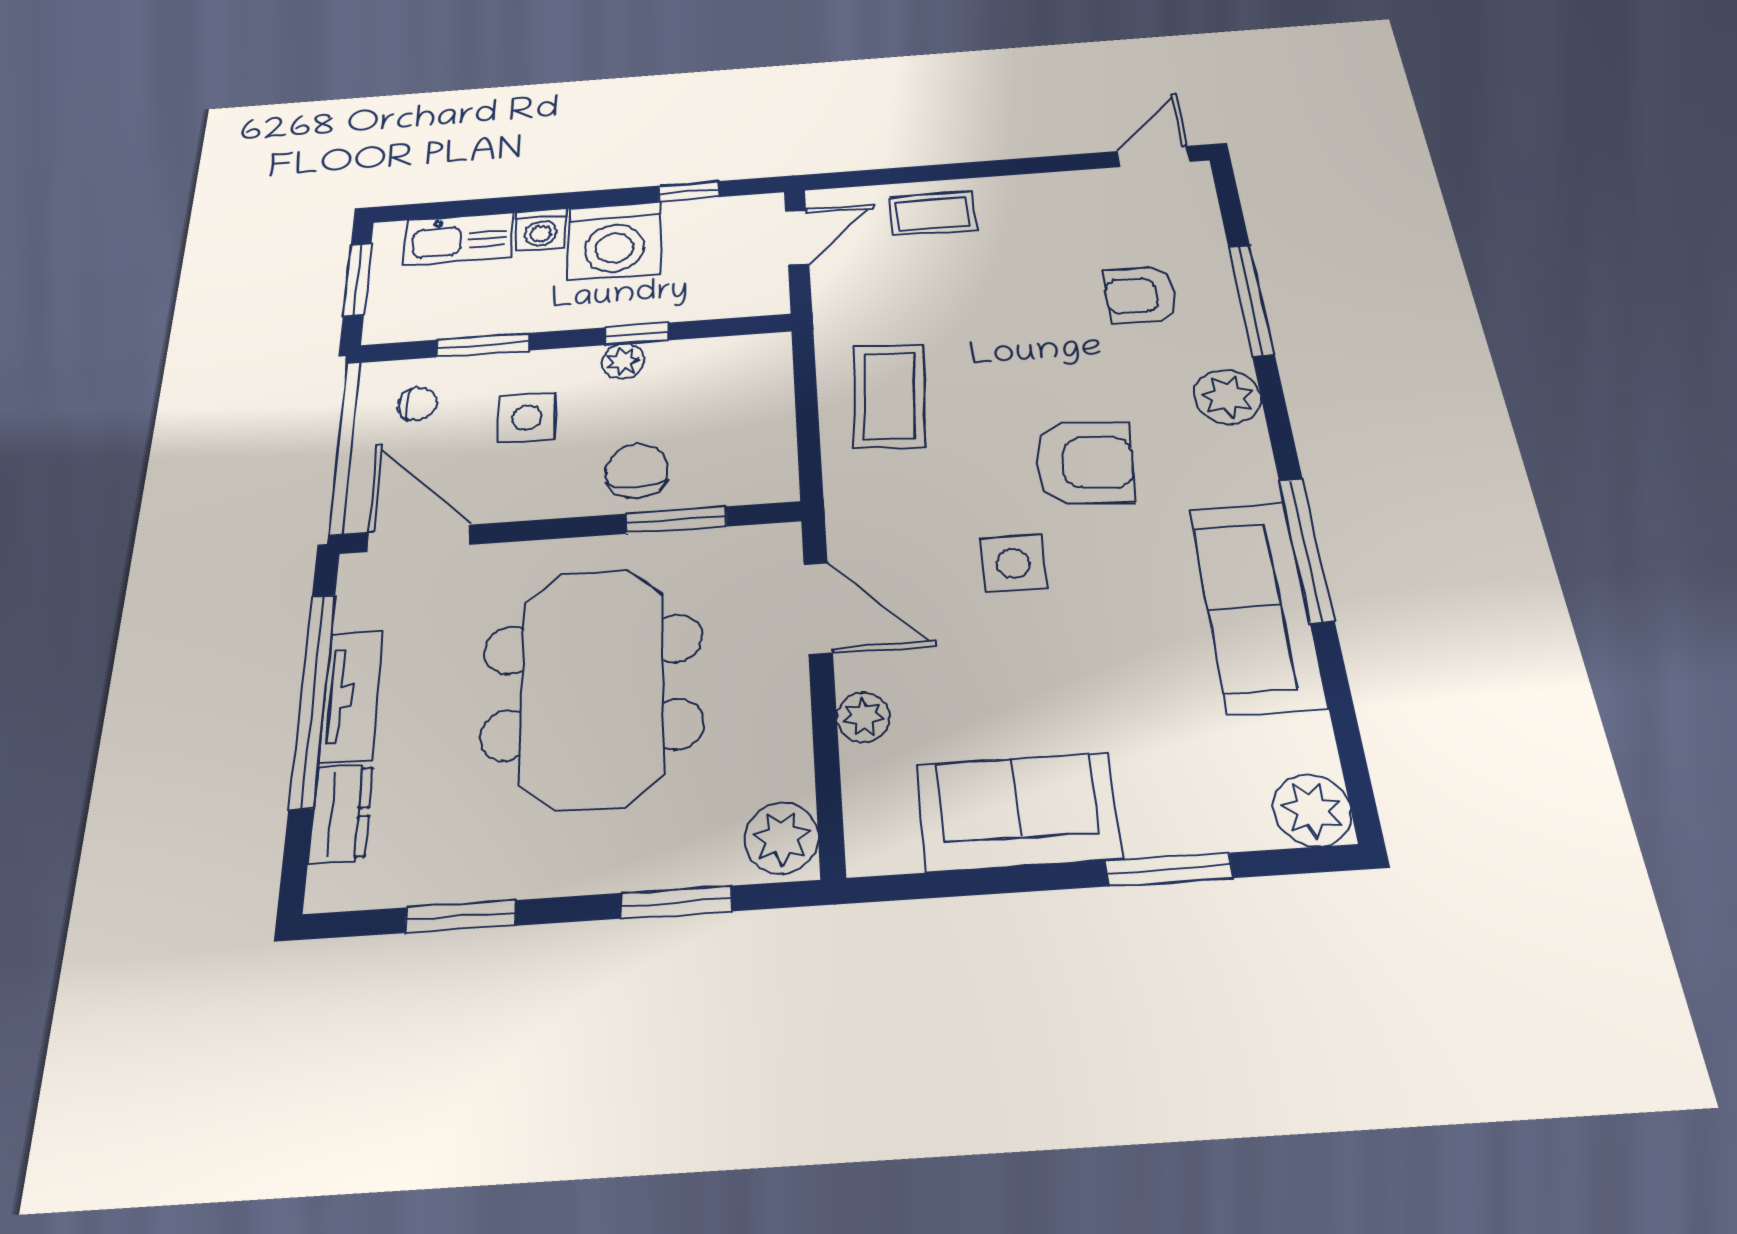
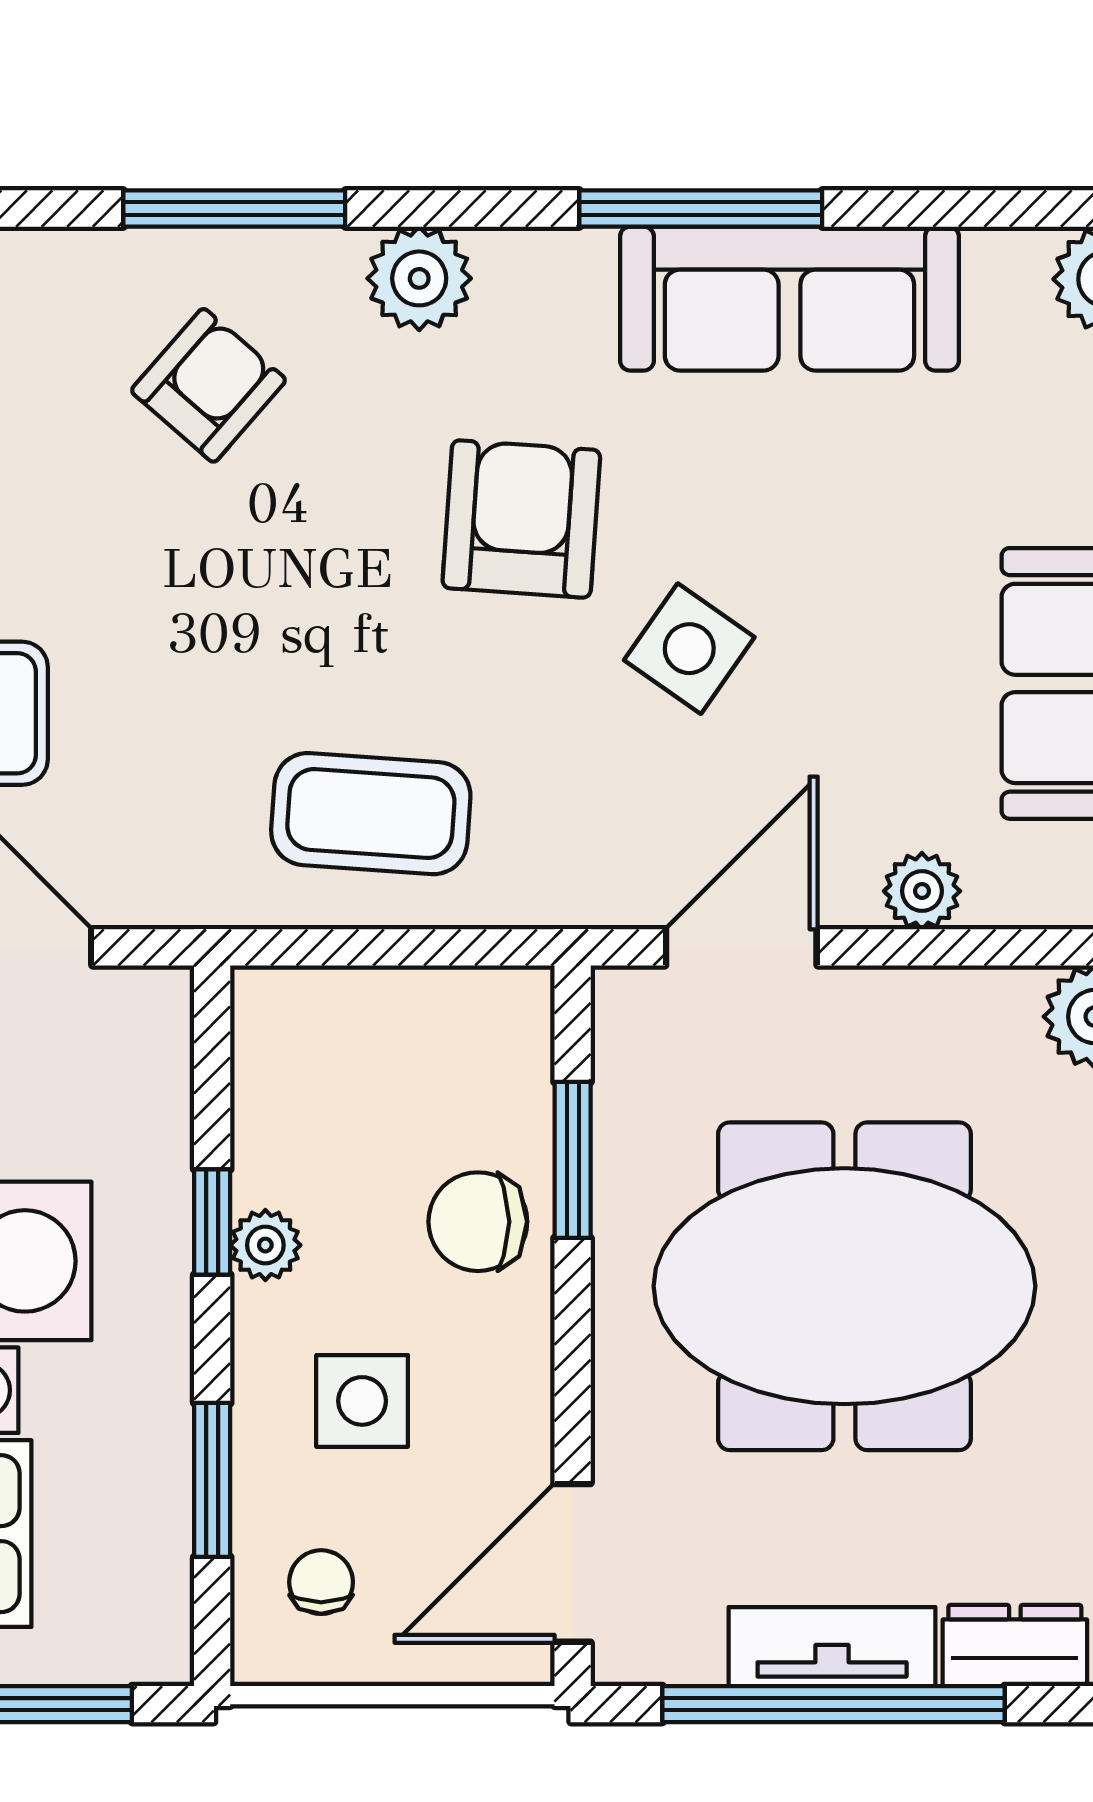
armchair: (1141, 295) -> (208, 385), turned -139
side table: (1013, 563) -> (689, 649), turned 35

